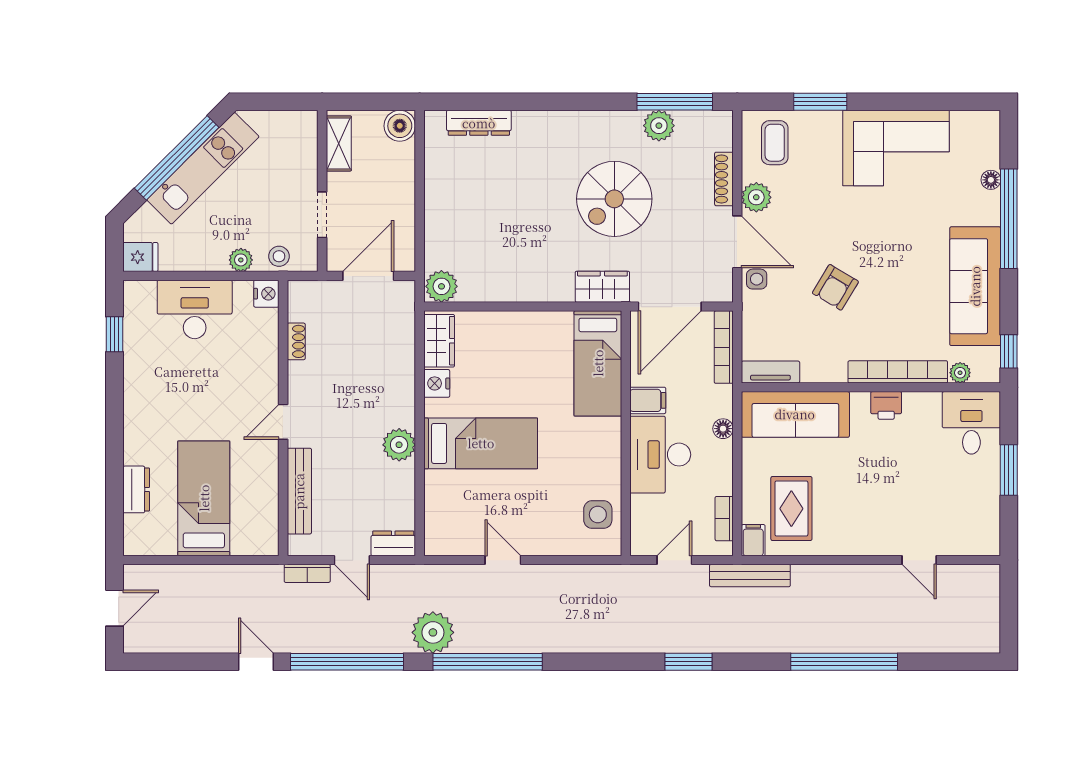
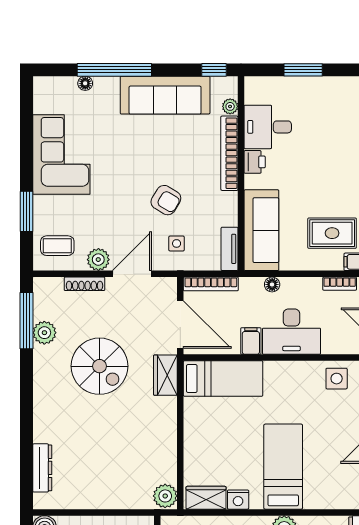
side table: (757, 279) -> (177, 243), moved
desk: (971, 423) -> (268, 127), moved

